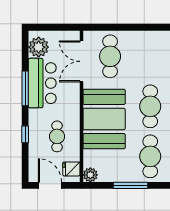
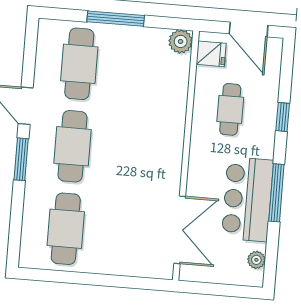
plant: (39, 47) -> (256, 260), width x0.53, depth x0.53
cafe table: (110, 56) -> (66, 229), moved
booth: (104, 119) -> (150, 132), removed

